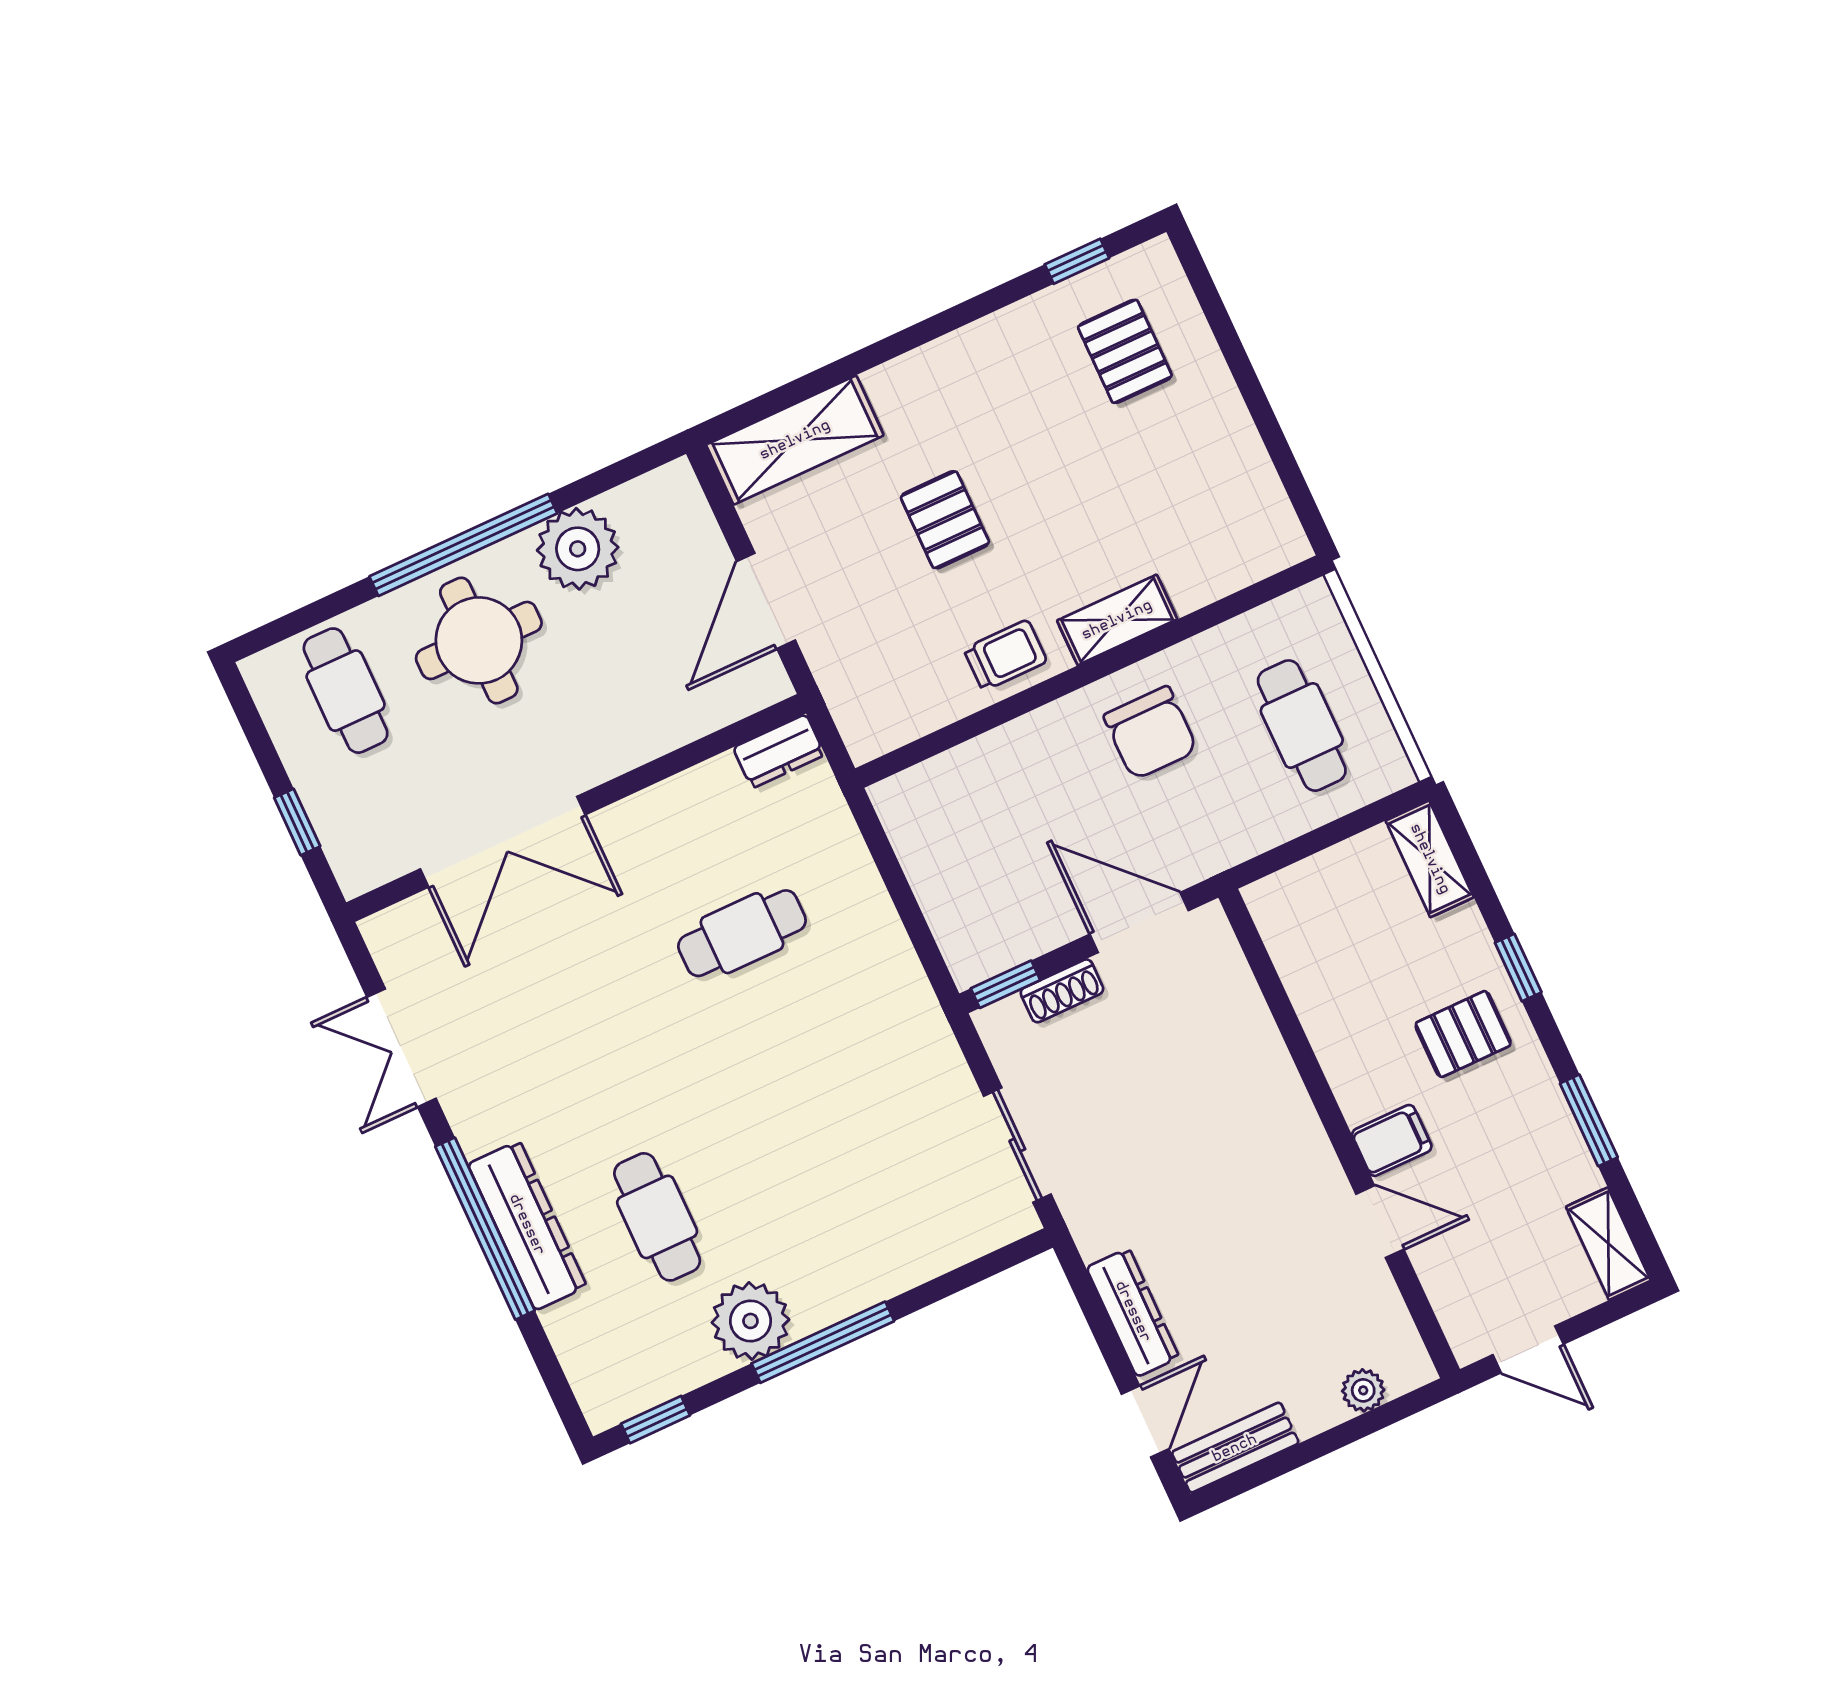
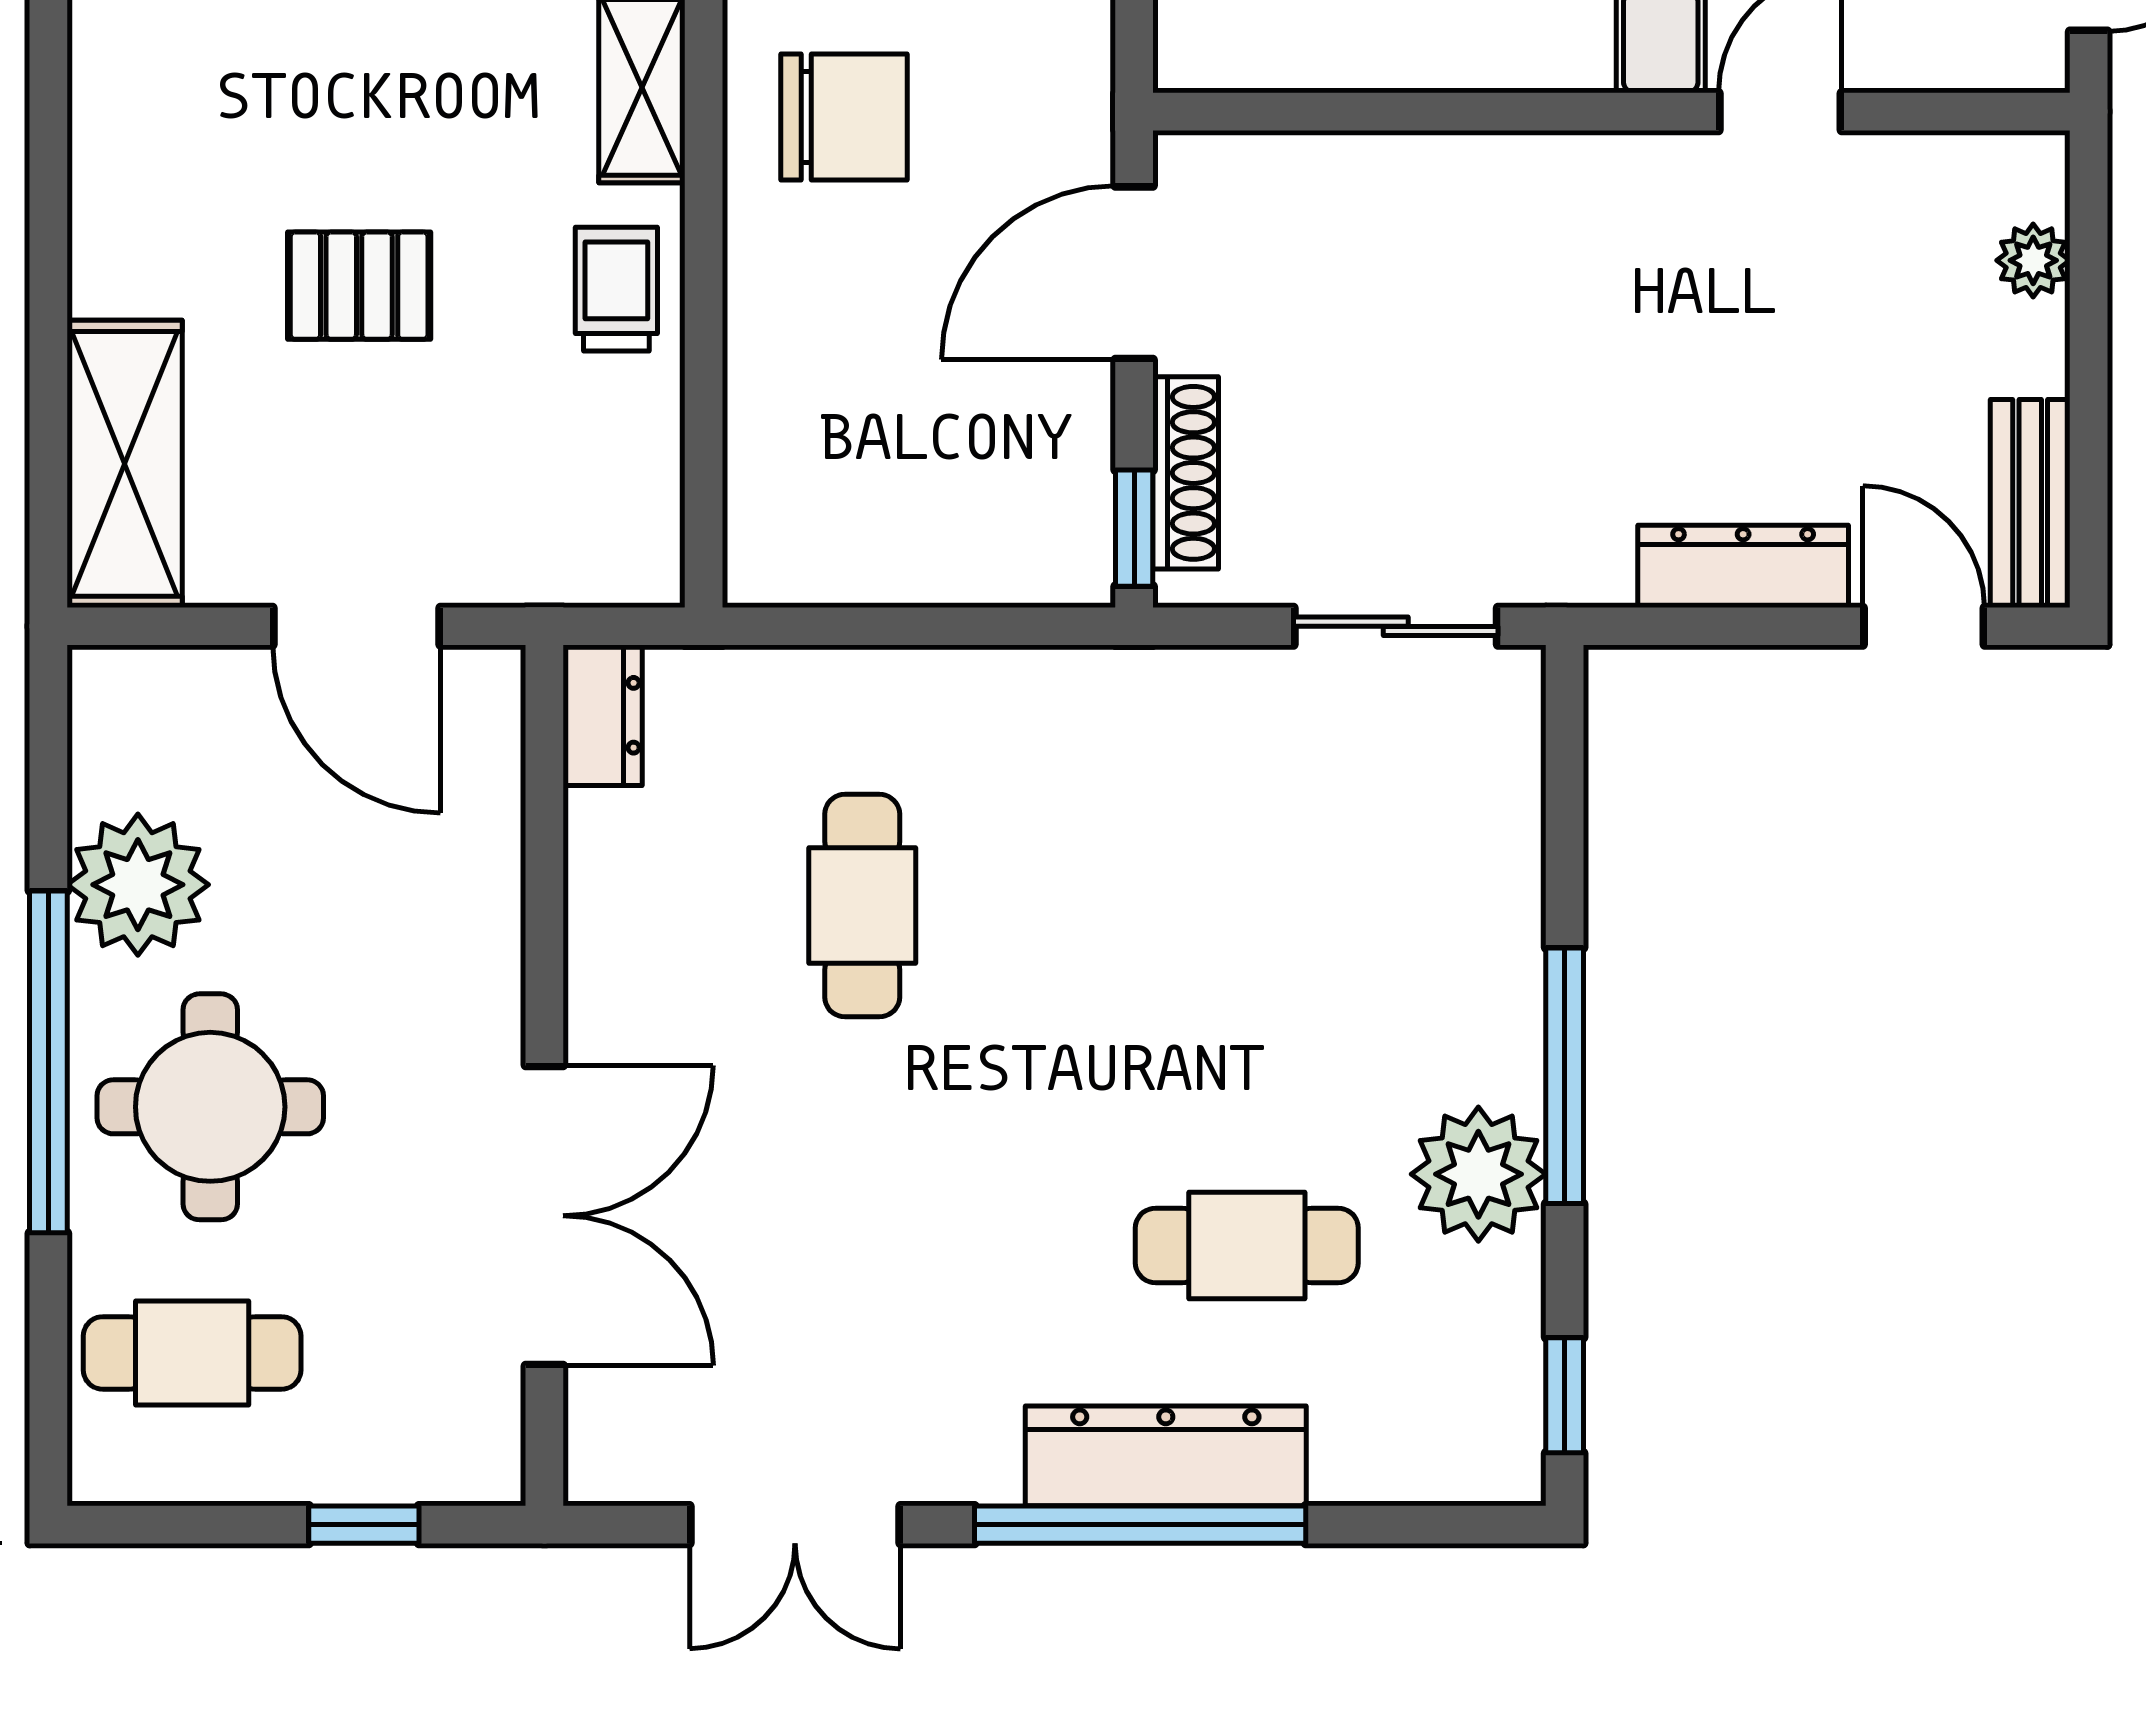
shoe rack: (1062, 991) -> (1186, 473), width x1.43

